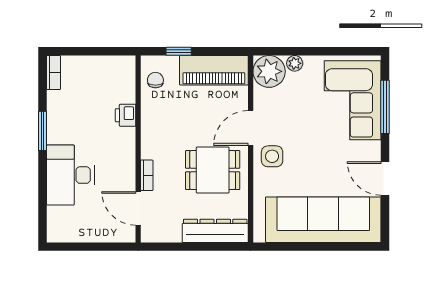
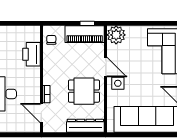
window: (179, 51) -> (87, 23), moved
plant: (295, 63) -> (131, 30), removed
printer: (126, 115) -> (32, 54), width x1.87, depth x1.48
door: (251, 128) -> (106, 67), swing flipped

